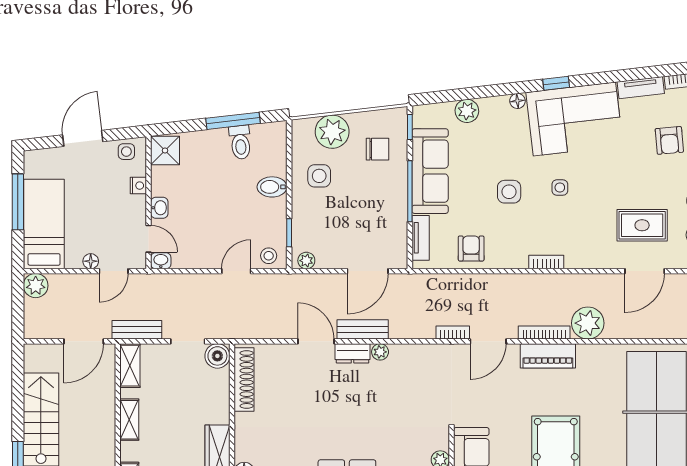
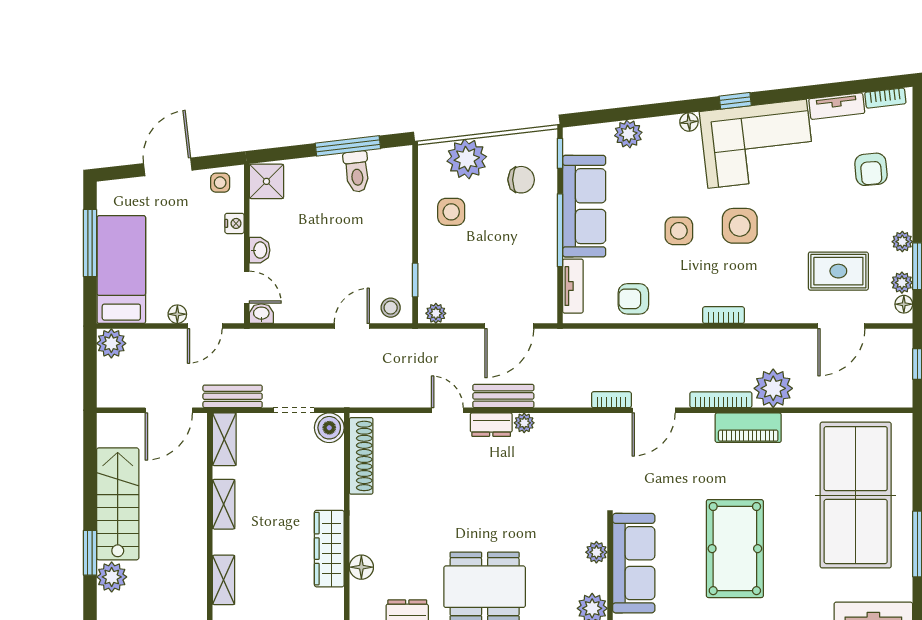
bidet: (272, 187) -> (395, 225), removed
side table: (560, 188) -> (740, 226), width x1.87, depth x1.87
armchair: (471, 248) -> (633, 299), turned -90
door: (316, 341) -> (447, 410), width x0.73
piano: (548, 356) -> (748, 428), moved

